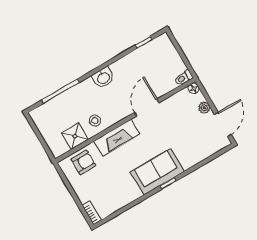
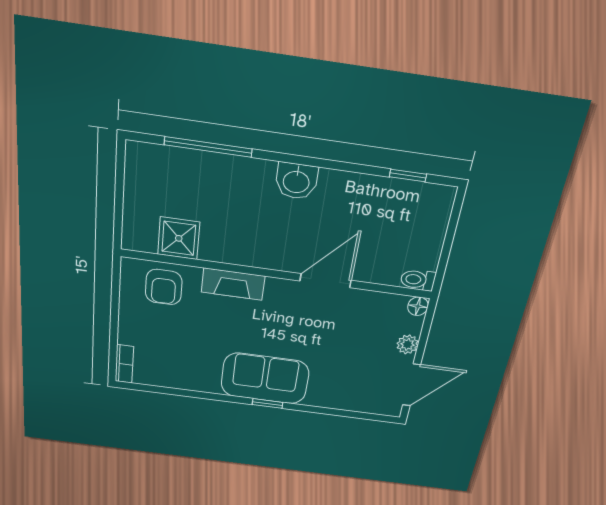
stool: (95, 121) -> (229, 239), removed
fireplace: (117, 138) -> (233, 284), width x0.73, depth x0.76
armchair: (83, 162) -> (164, 287), turned 90

